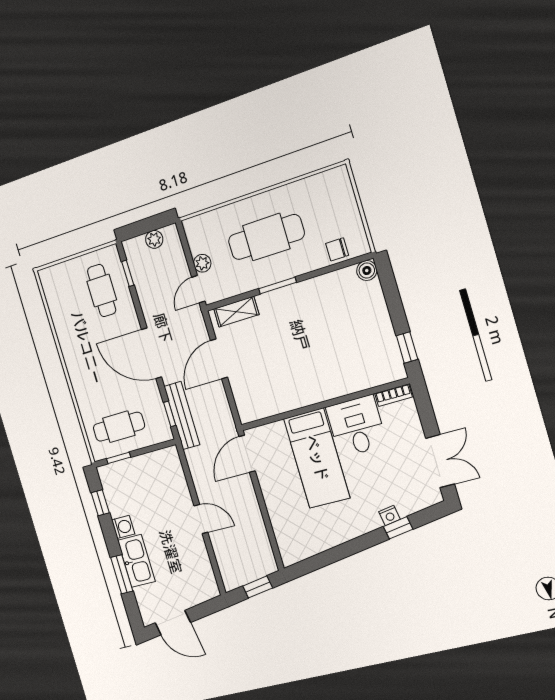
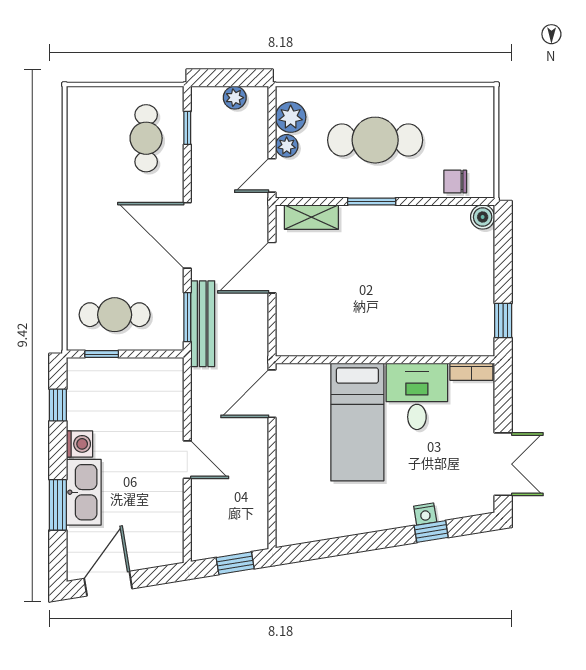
plant: (199, 240) -> (291, 117), added
window: (170, 414) -> (187, 317), width x1.50
door: (173, 623) -> (108, 584), swing flipped

